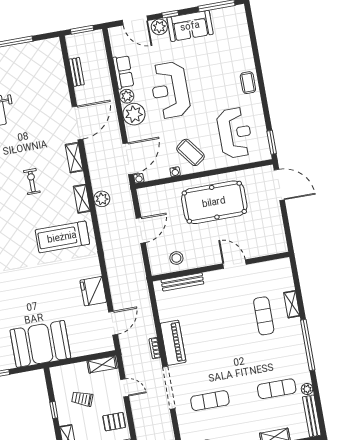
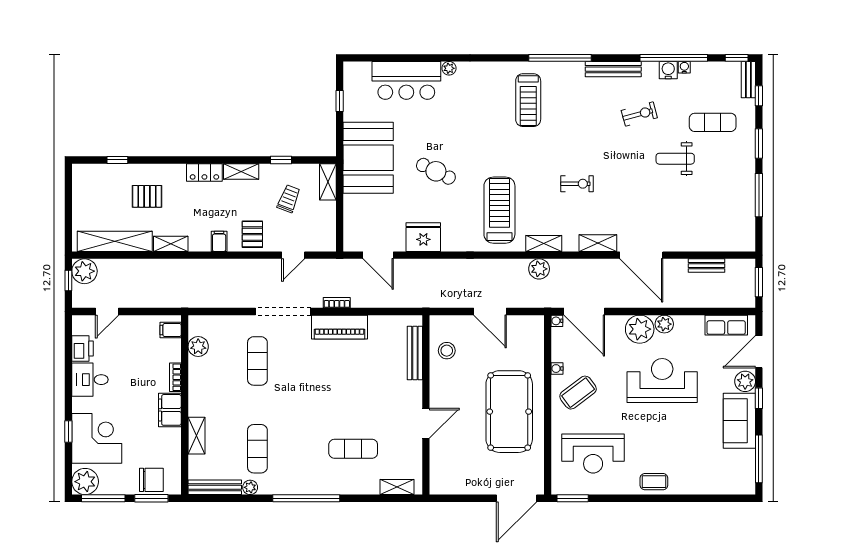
row of seats: (123, 72) -> (726, 325), moved
cafe table: (41, 291) -> (436, 171), added
shelving: (292, 304) -> (397, 487), moved
shelving: (102, 365) -> (328, 182), moved

